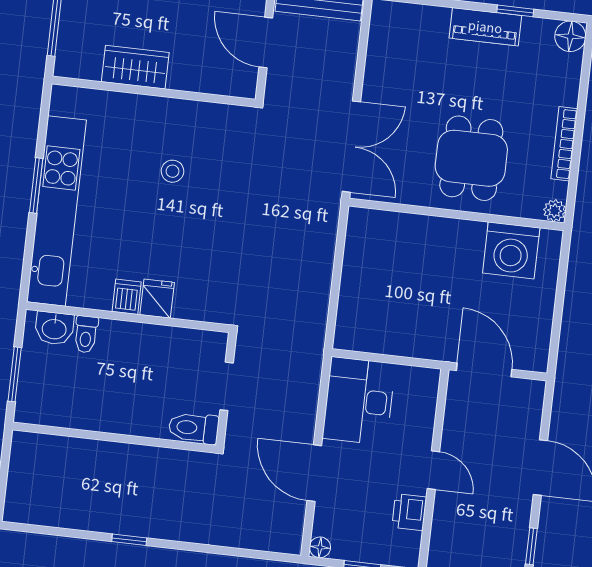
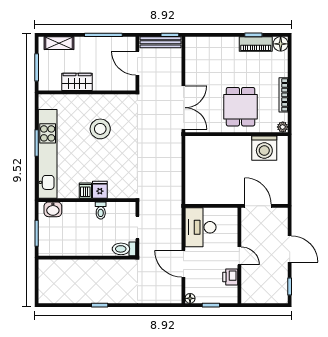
piano: (485, 27) -> (256, 44), moved
stool: (172, 171) -> (100, 129), width x1.89, depth x1.89
toilet: (86, 334) -> (101, 211), moved

